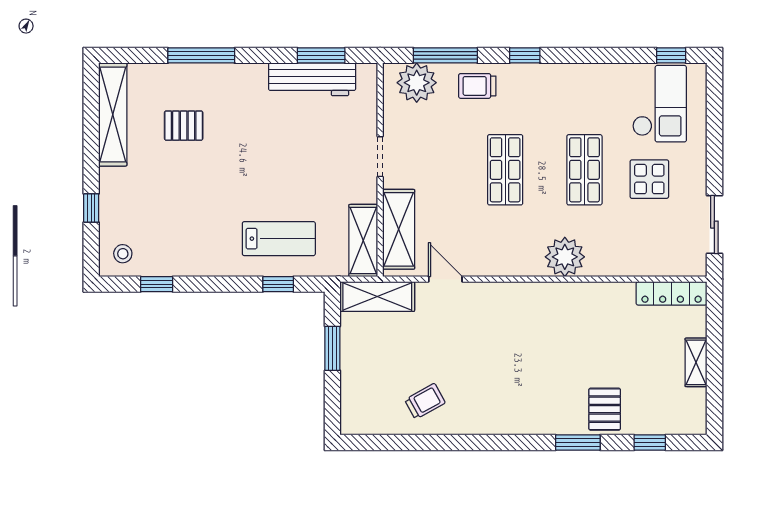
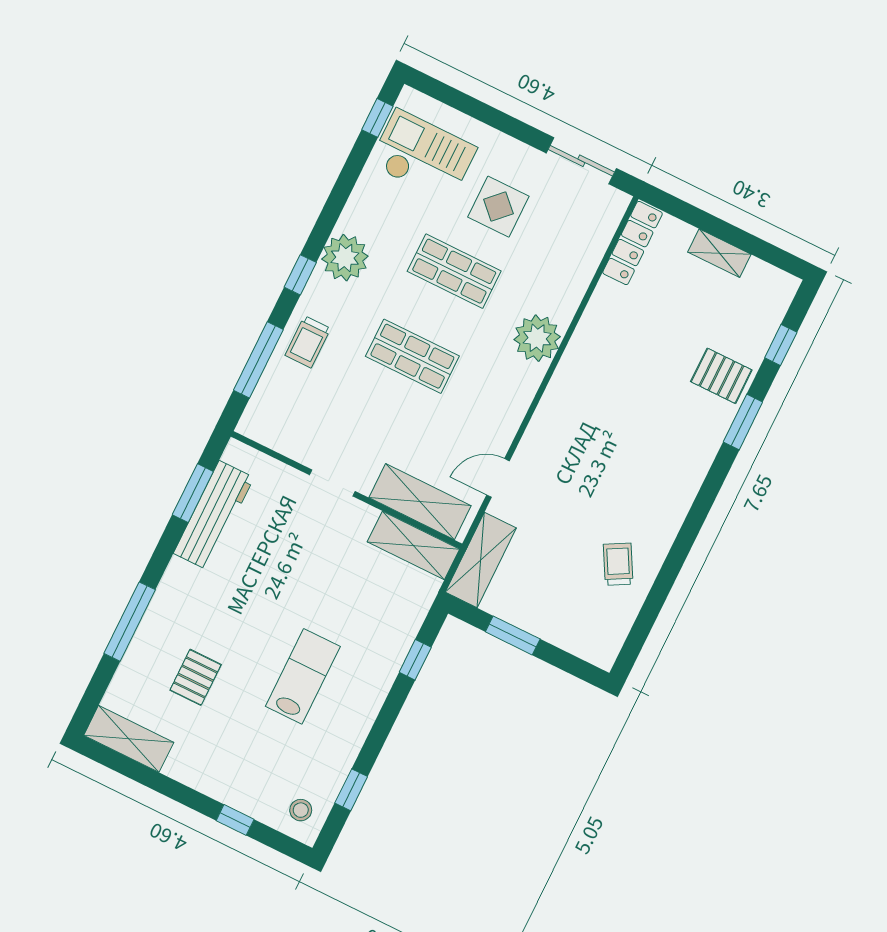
plant: (417, 83) -> (345, 258), moved
shelving: (113, 115) -> (129, 739), width x0.68
lab bench: (279, 239) -> (303, 676), moved

